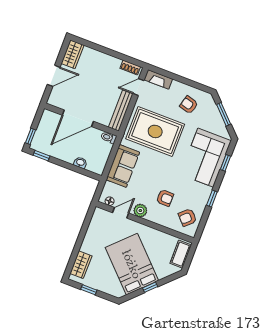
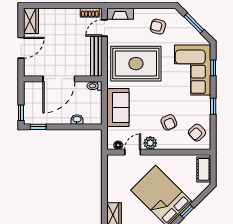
armchair: (165, 198) -> (169, 122), turned 65

